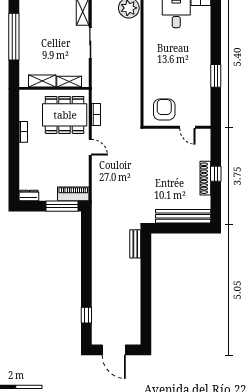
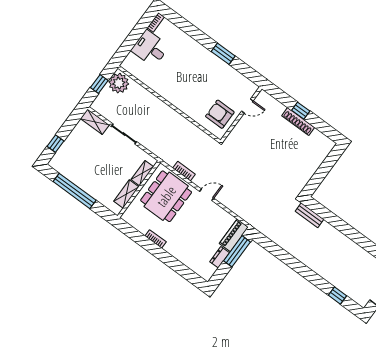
dresser: (29, 196) -> (220, 257), moved
bench: (183, 216) -> (315, 161), removed

